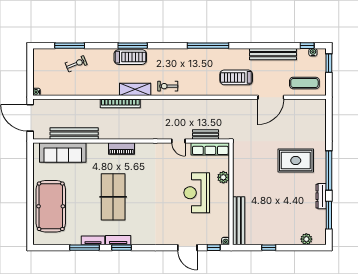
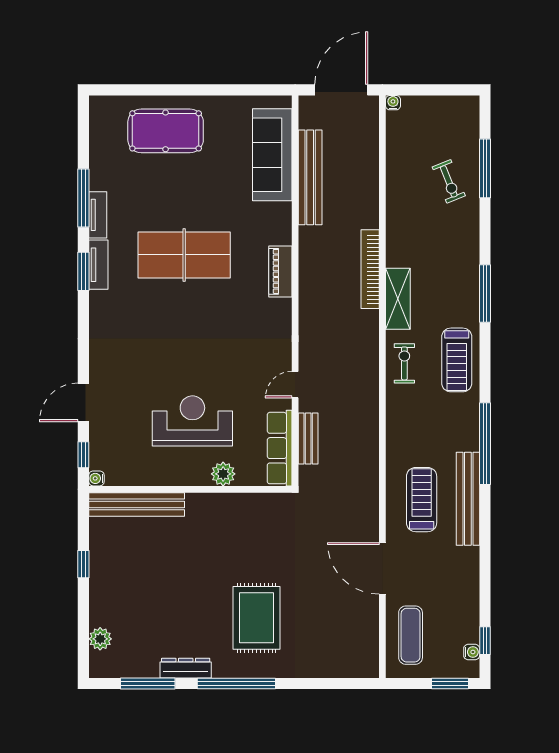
bench: (273, 54) -> (468, 499), moved
treadmill: (130, 57) -> (457, 360), moved
pool table: (51, 206) -> (166, 131), width x0.73, depth x0.76

